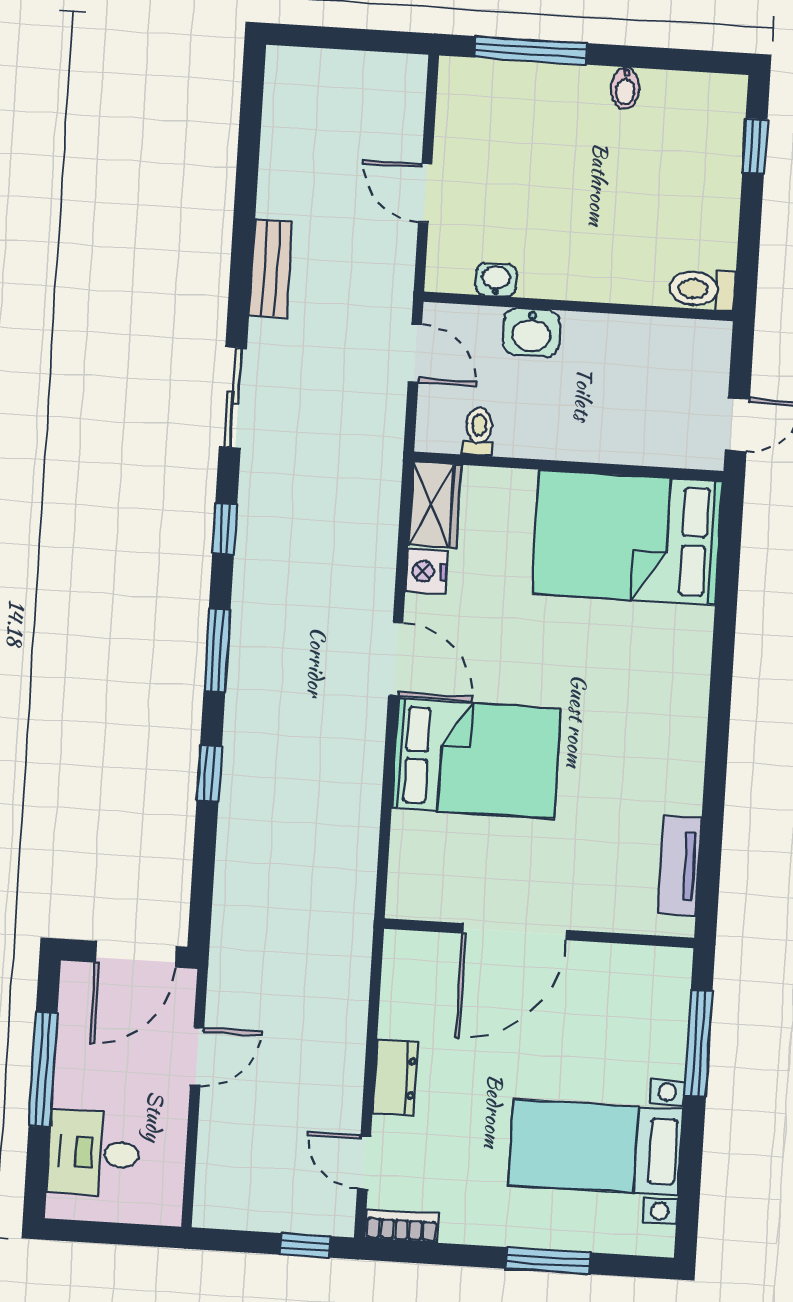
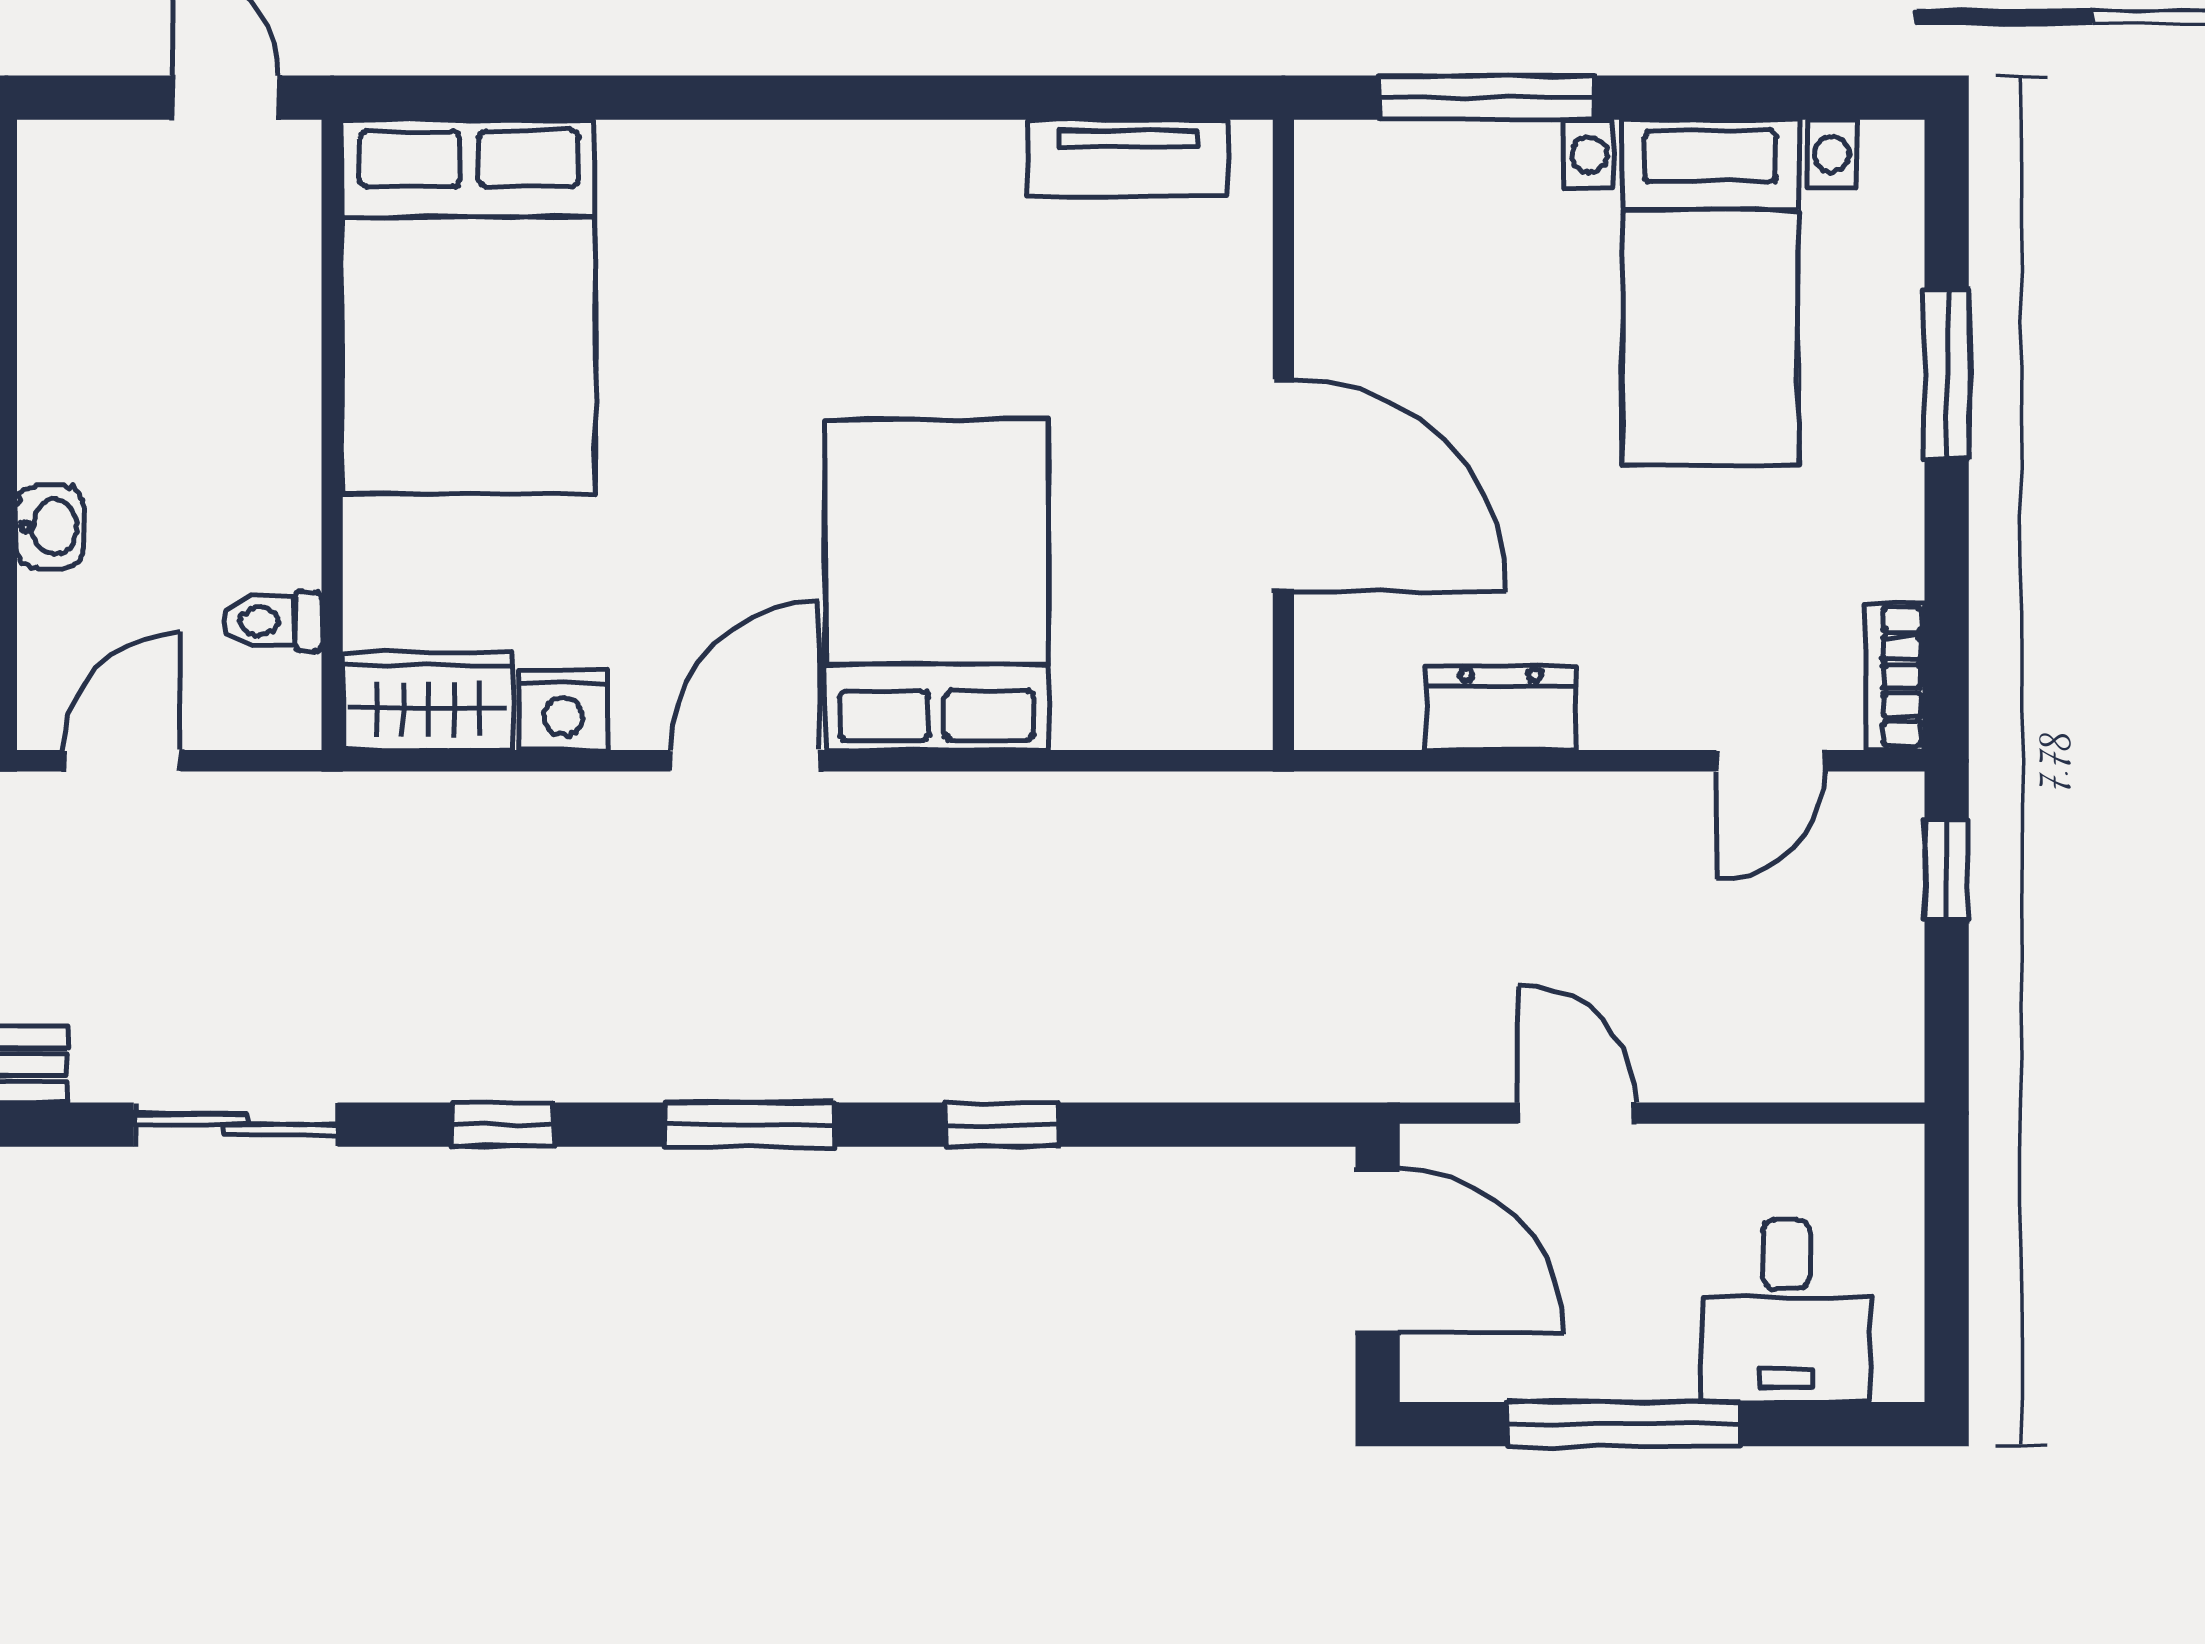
washbasin: (532, 332) -> (50, 527), width x0.72, depth x0.69
dresser: (395, 1078) -> (1500, 708), moved

